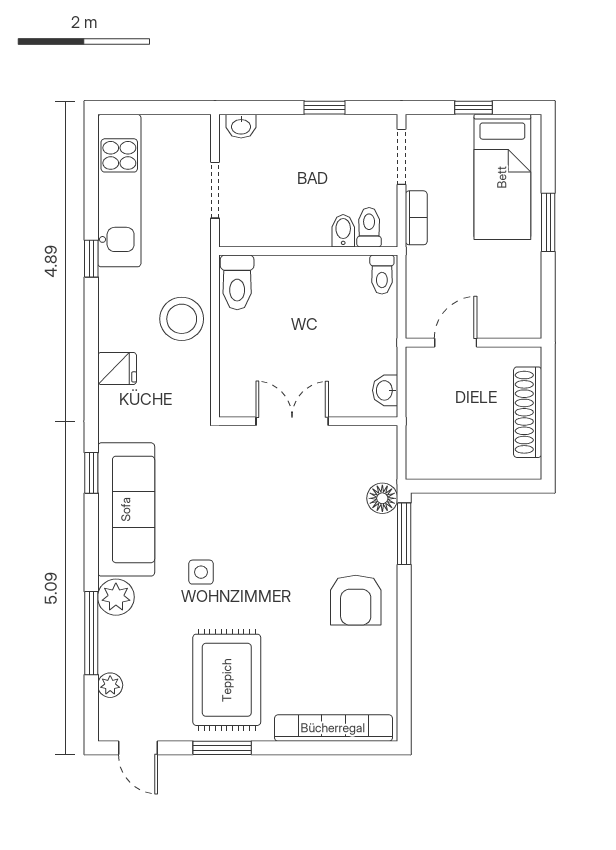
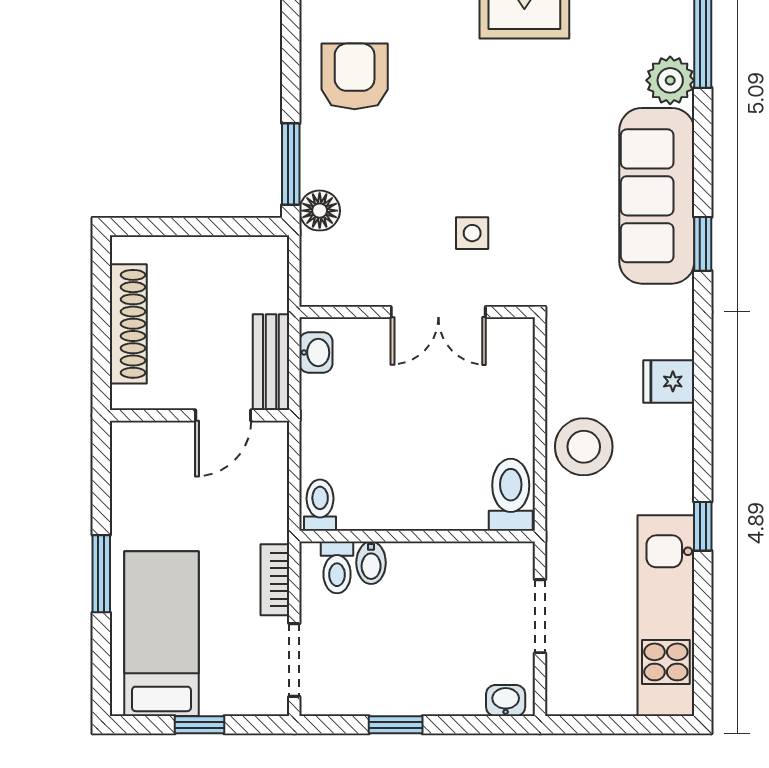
bench: (419, 383) -> (271, 362), added
side table: (201, 572) -> (472, 233), moved

